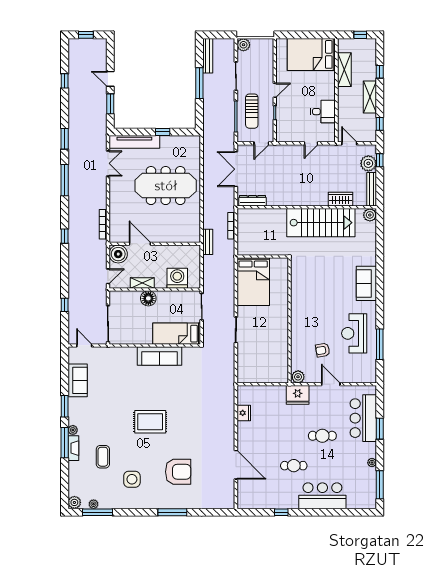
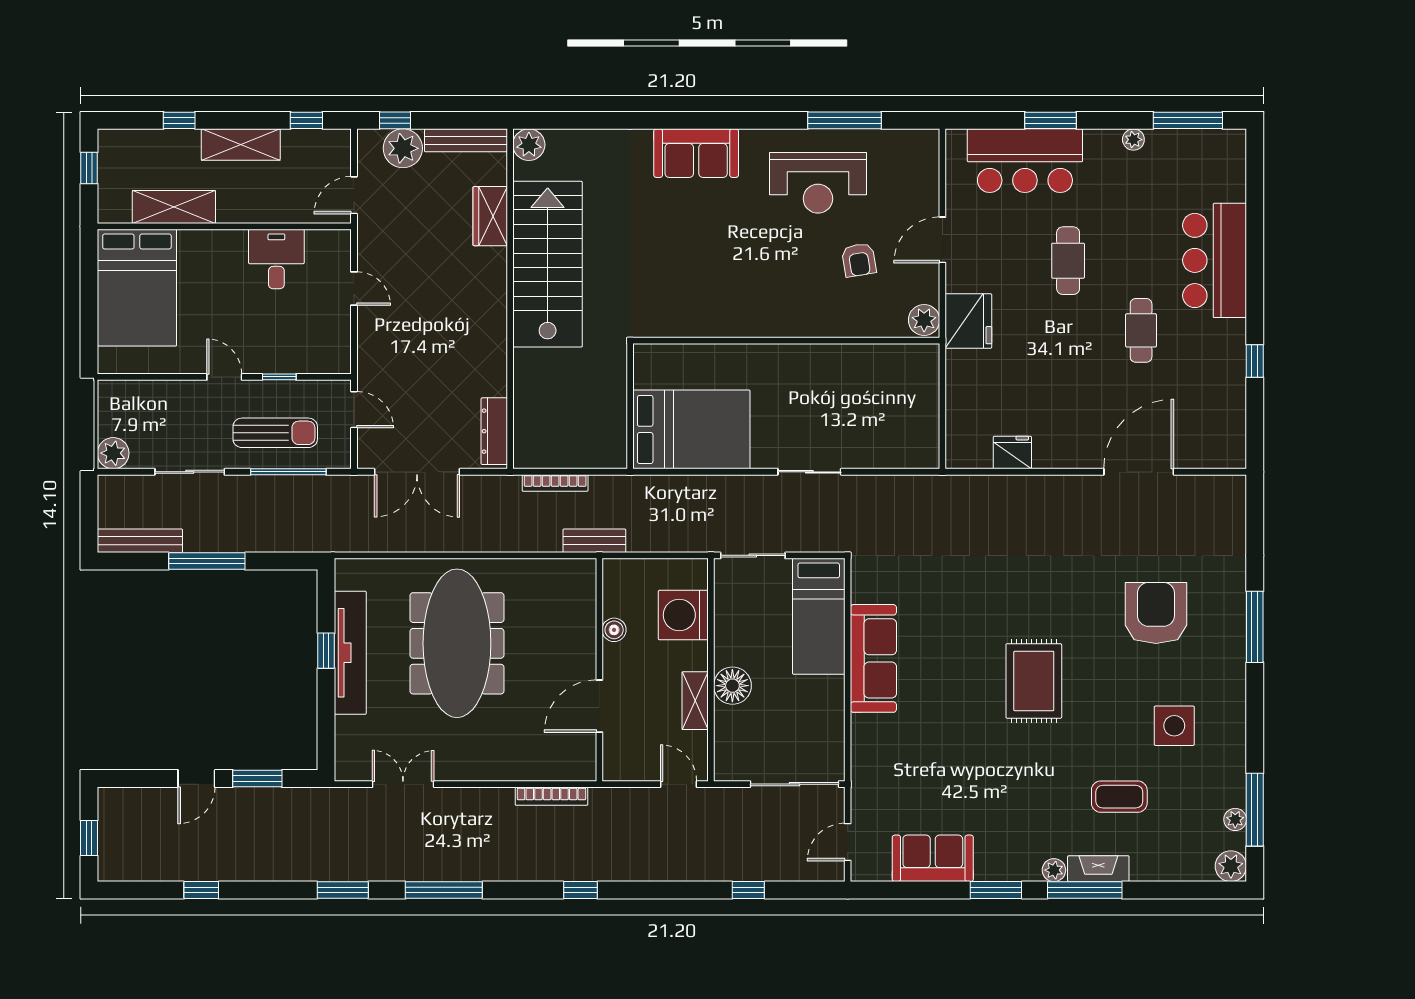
tv unit: (134, 142) -> (350, 653), moved
boiler: (118, 254) -> (614, 630), moved, width x0.54, depth x0.54

